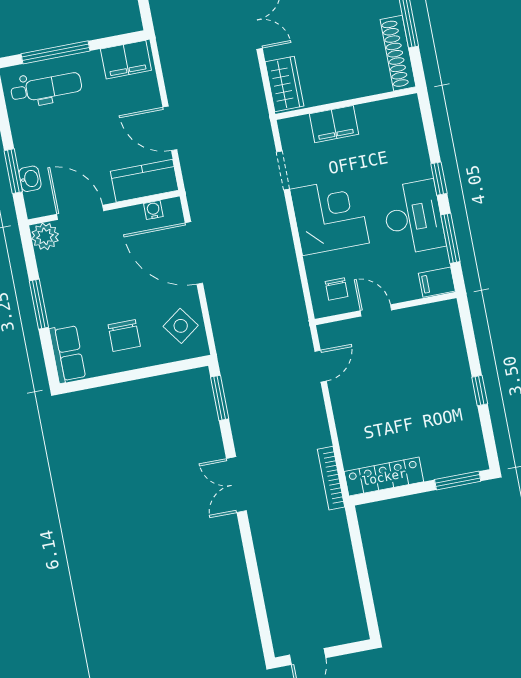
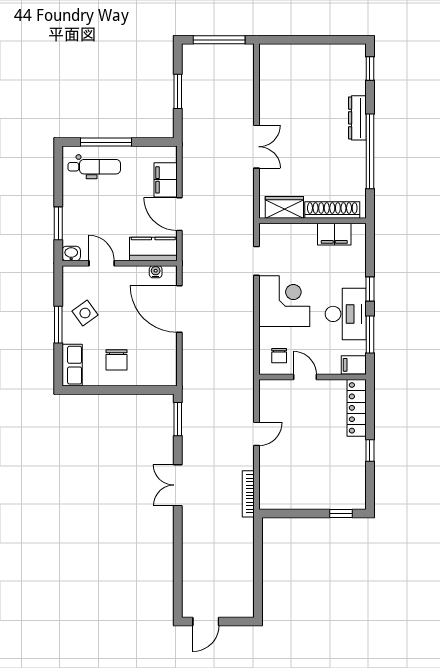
shoe rack: (398, 53) -> (332, 210), moved, turned 90
filing cabinet: (126, 60) -> (166, 180), moved, turned 90
wardrobe: (285, 84) -> (284, 207), moved, turned -90
filing cabinet: (334, 124) -> (334, 234), moved
washbasin: (30, 179) -> (71, 254), moved, turned -90
door: (80, 212) -> (102, 263), width x0.73
plant: (45, 236) -> (72, 276), removed
side table: (181, 326) -> (85, 313), moved
door: (321, 366) -> (256, 434), moved
locker: (384, 477) -> (357, 408), moved, turned -90
window: (458, 480) -> (341, 514), width x0.67

